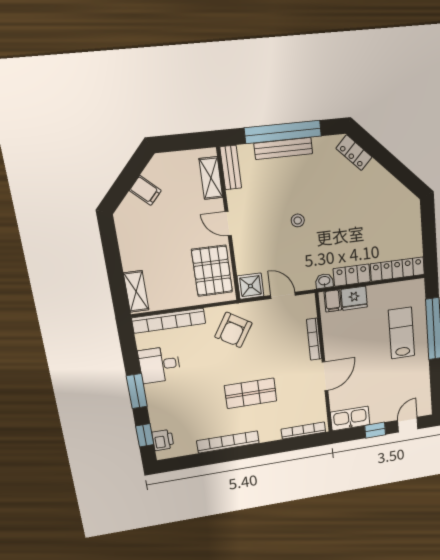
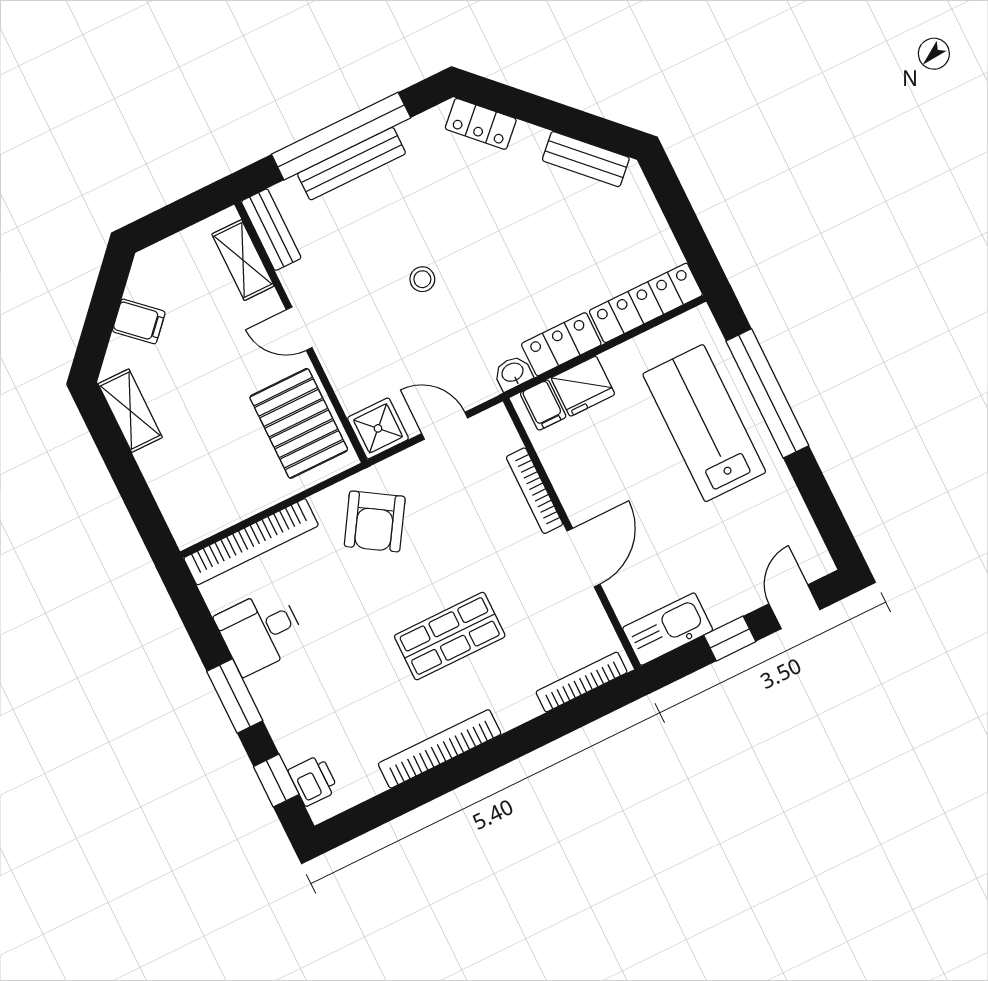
bench: (397, 190) -> (586, 159), added
shelving: (136, 291) -> (130, 411), moved
lab bench: (401, 333) -> (704, 423), width x1.36, depth x1.39

